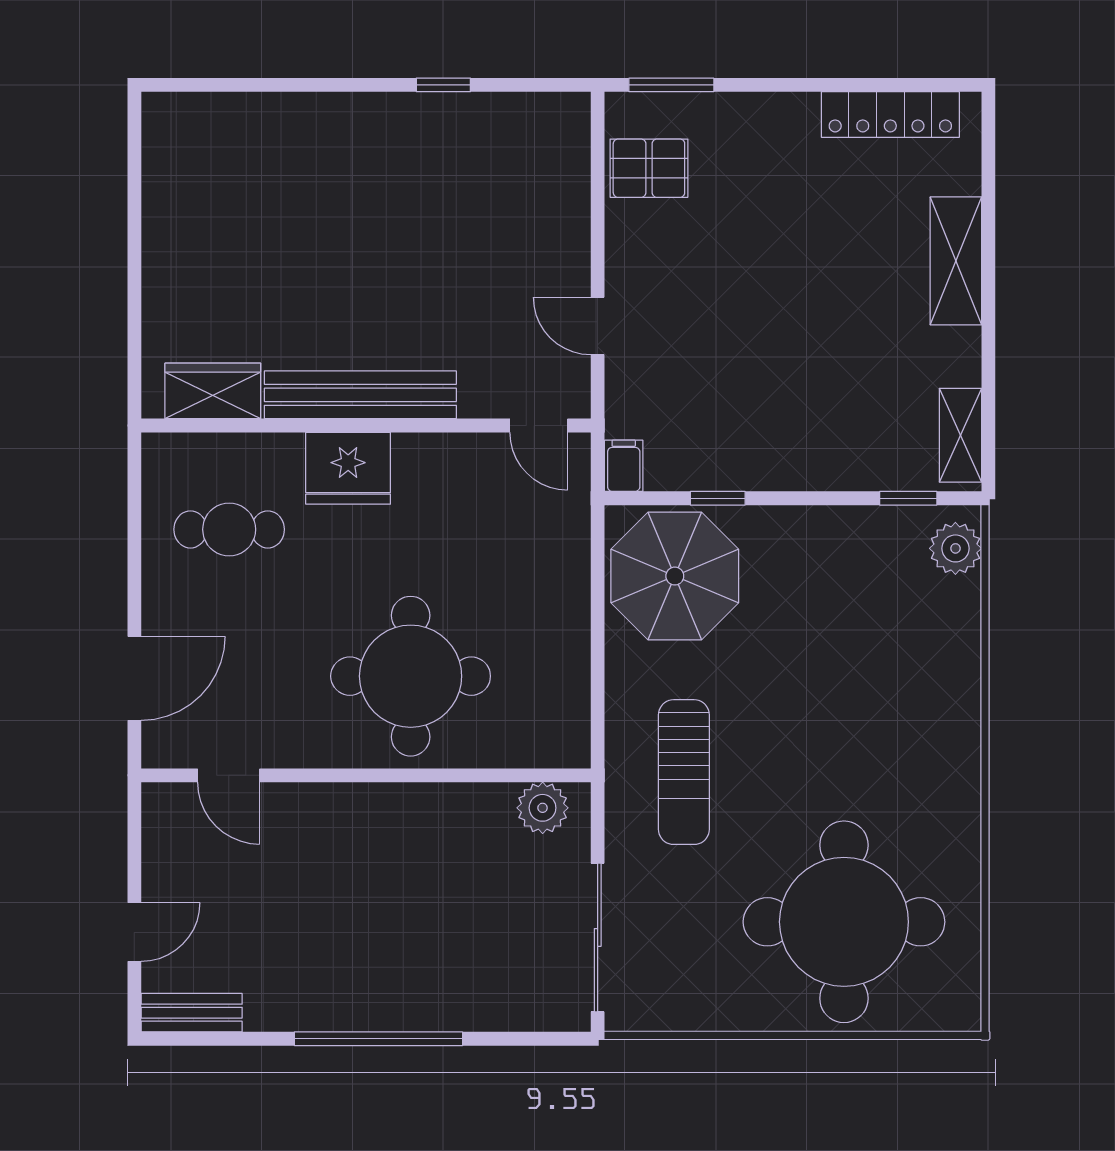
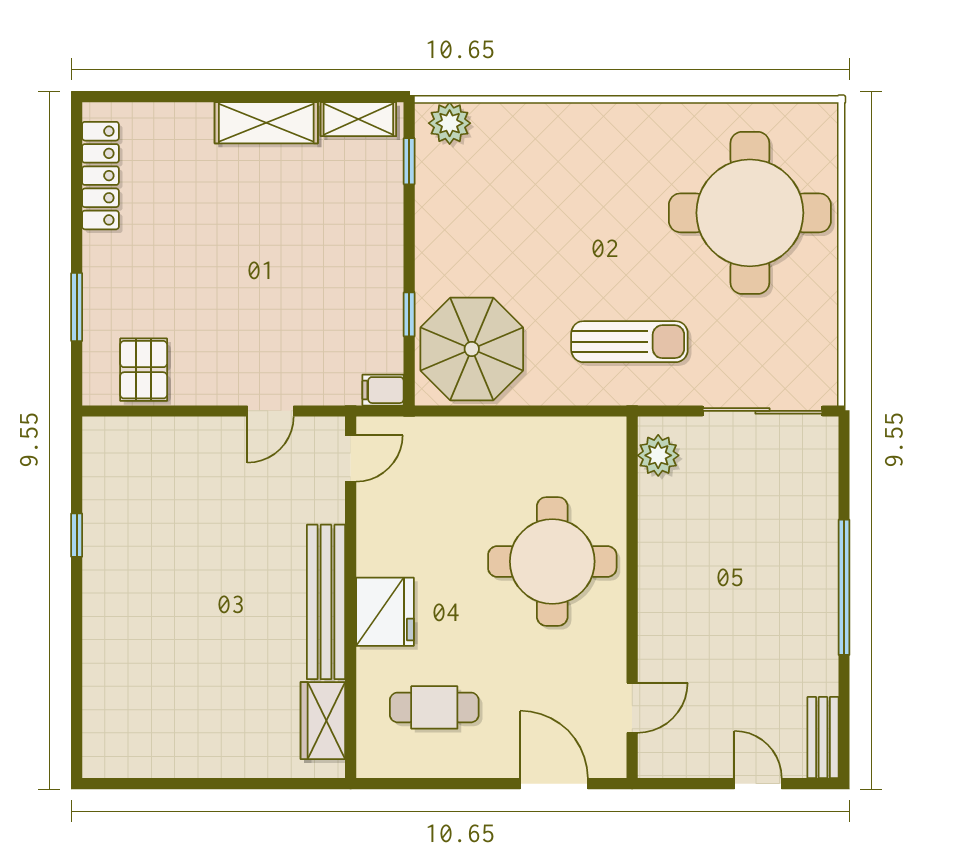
window: (671, 85) -> (77, 307), moved
shelving: (956, 261) -> (266, 123), moved
cafe table: (229, 529) -> (434, 707), turned 90

